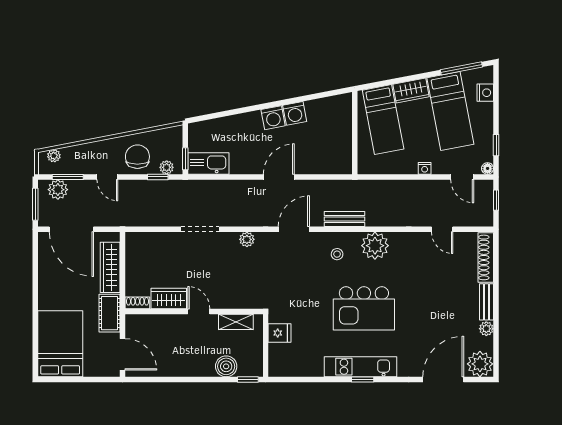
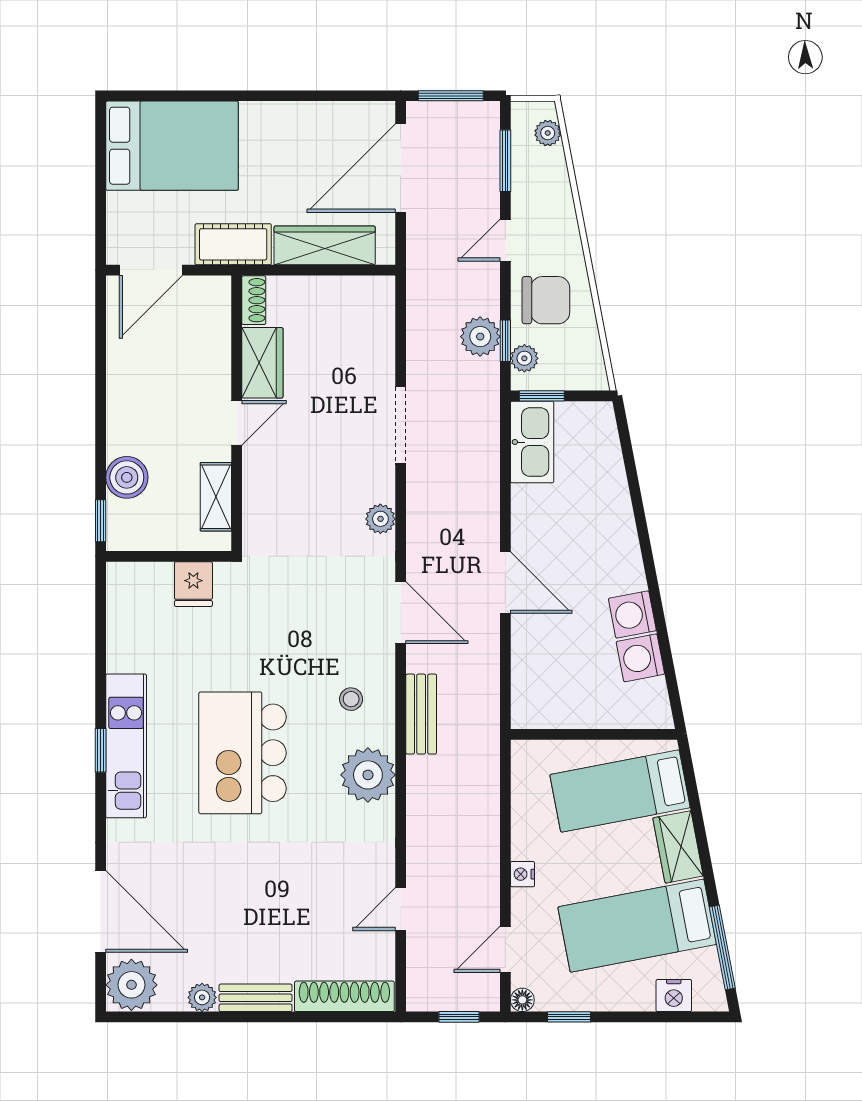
washing machine: (273, 118) -> (640, 658), moved
plant: (58, 190) -> (480, 337), moved

